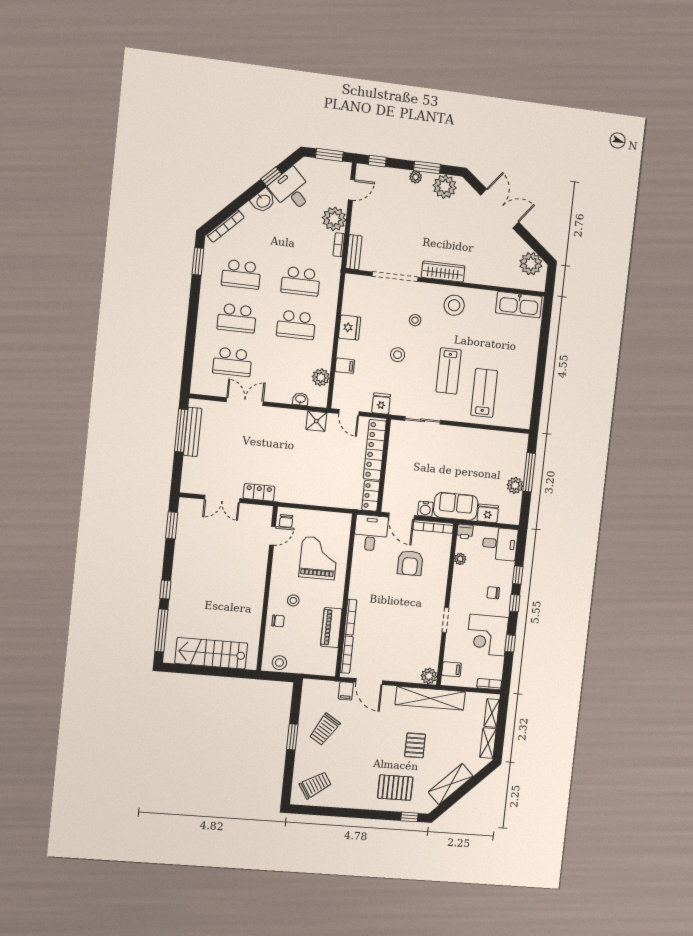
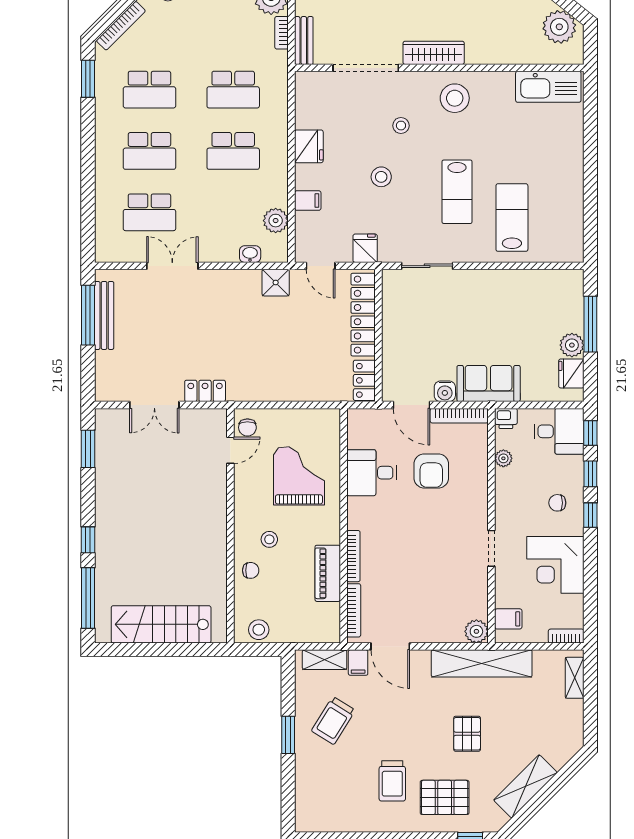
fridge: (488, 513) -> (571, 373), moved, turned -90
desk: (371, 533) -> (372, 473), moved, turned -90
window: (510, 643) -> (590, 433), moved
shelving: (488, 743) -> (325, 660), moved, turned 90
trolley: (315, 785) -> (392, 781), moved, turned 123

